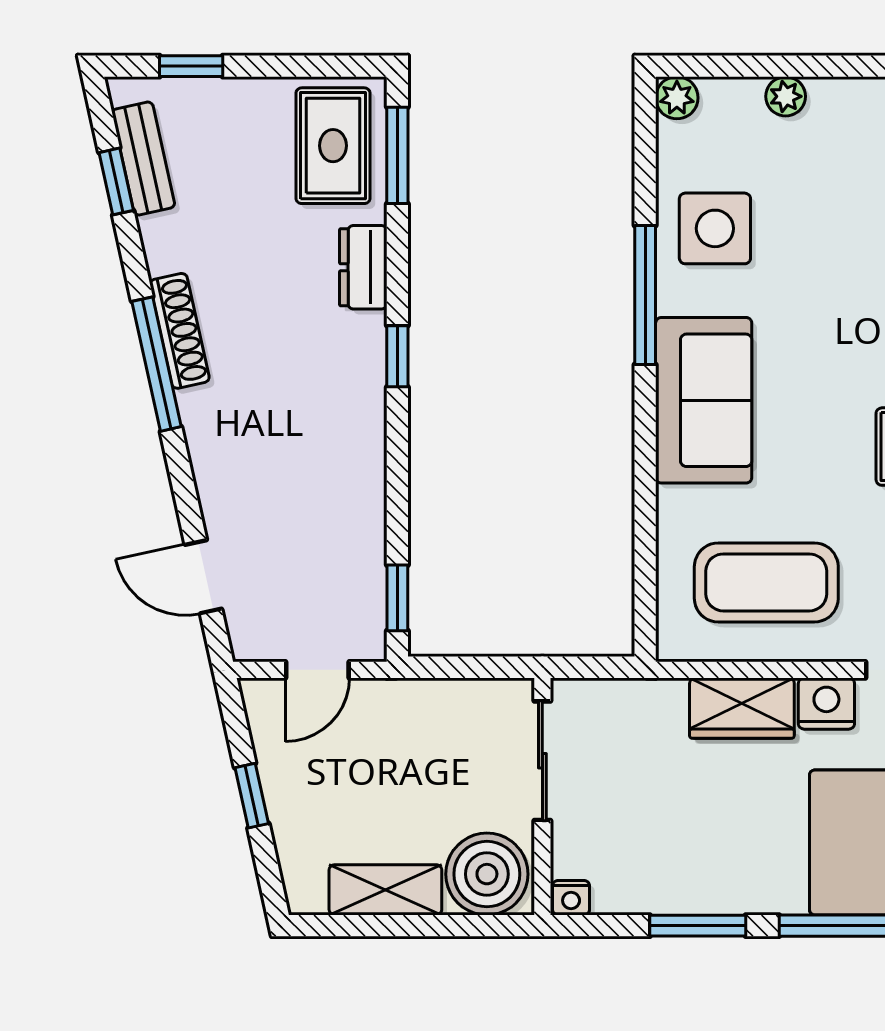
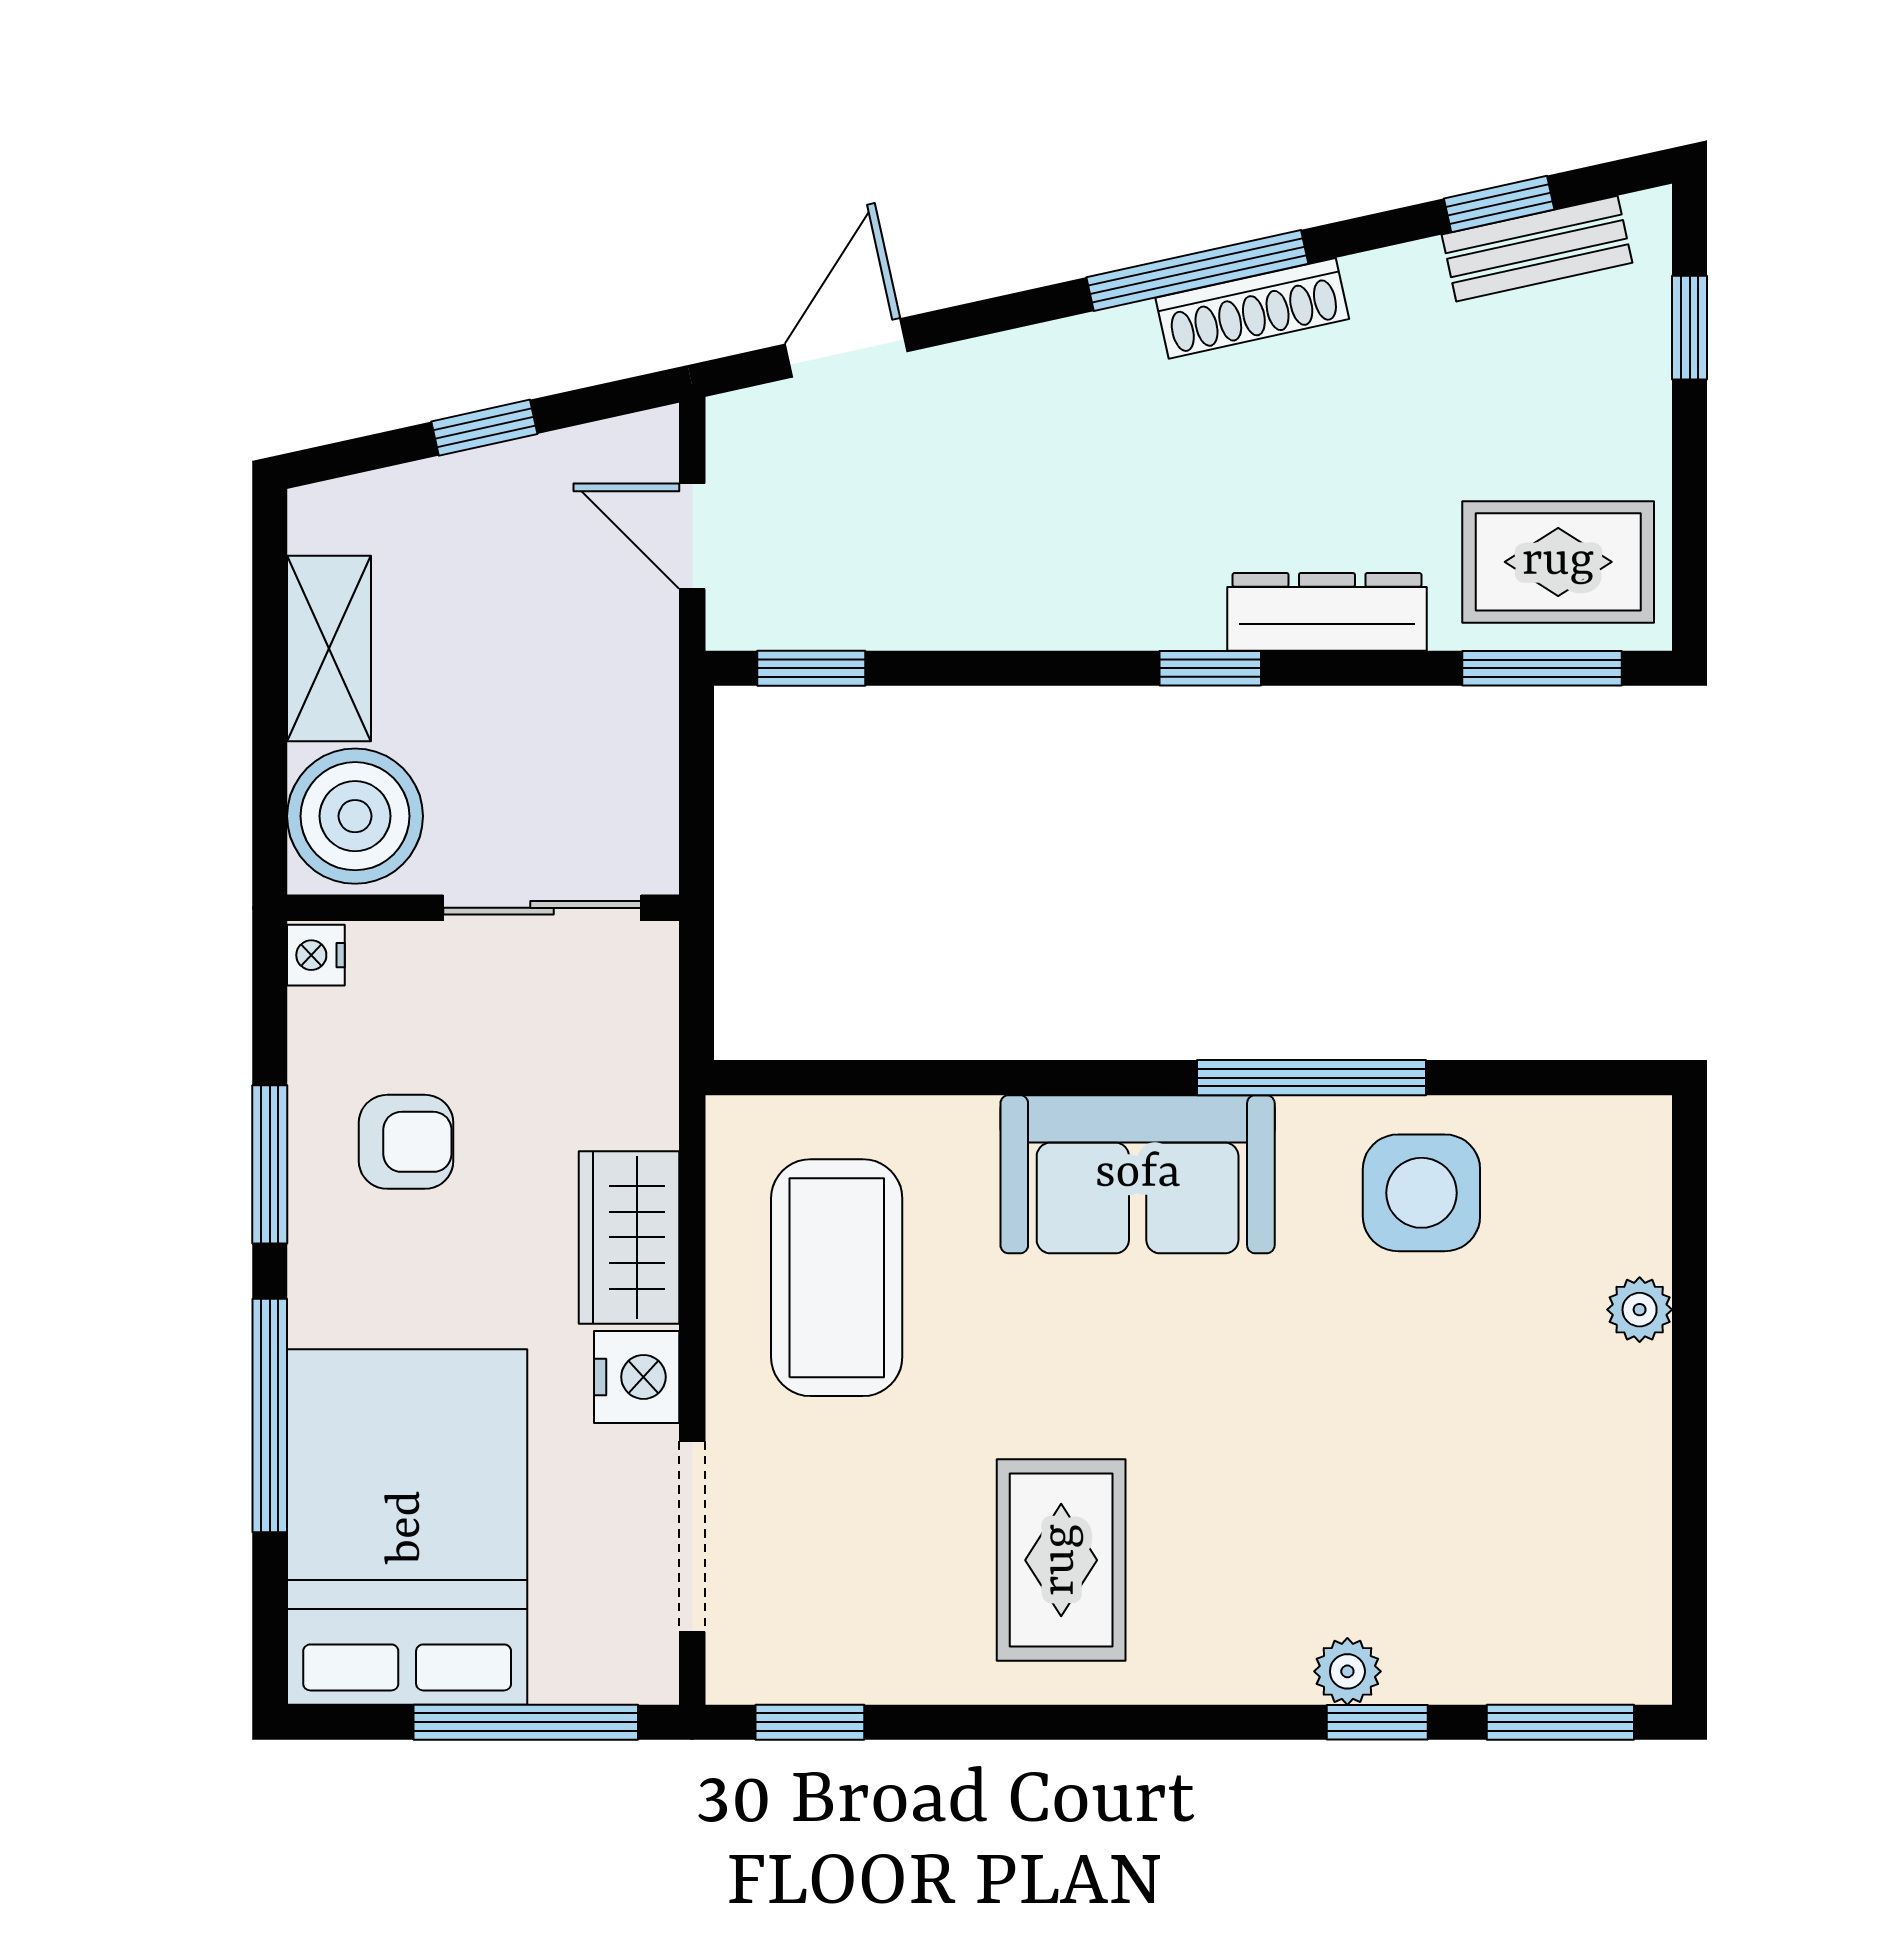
plant: (677, 98) -> (1637, 1130), removed
dresser: (363, 267) -> (1327, 612), width x1.44
armchair: (684, 843) -> (406, 1142), added

